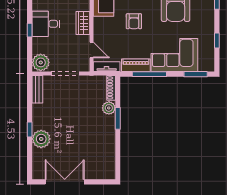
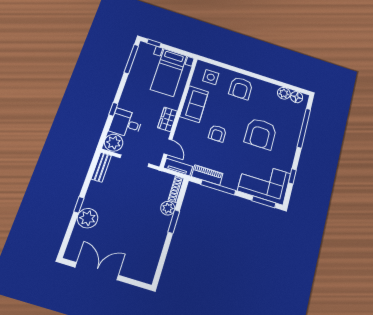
desk: (46, 24) -> (126, 123), moved
corner sofa: (174, 55) -> (264, 182), moved

